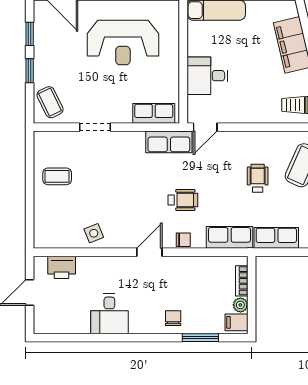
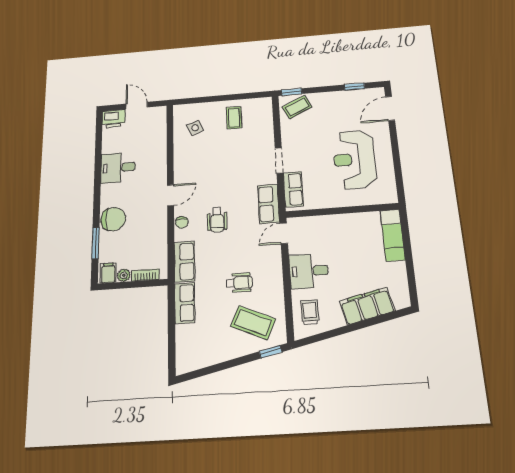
window: (30, 71) -> (292, 92), moved
desk: (207, 76) -> (309, 271), moved, turned -90
doorway: (95, 127) -> (279, 161), moved
door: (205, 127) -> (284, 233), hinge flipped
side table: (94, 233) -> (195, 128), moved
door: (149, 252) -> (171, 195), hinge flipped
printer: (62, 267) -> (114, 119), moved, turned -90
chair: (173, 318) -> (113, 219), width x1.87, depth x1.87

